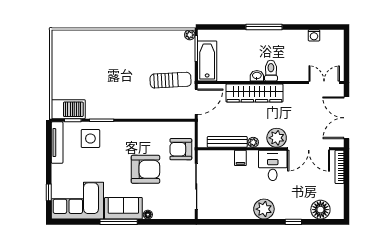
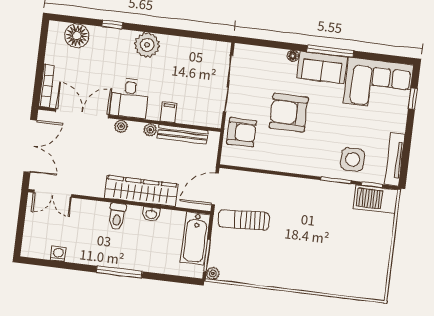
washbasin: (257, 76) -> (151, 214), moved
plant: (277, 138) -> (121, 126), width x0.53, depth x0.53

